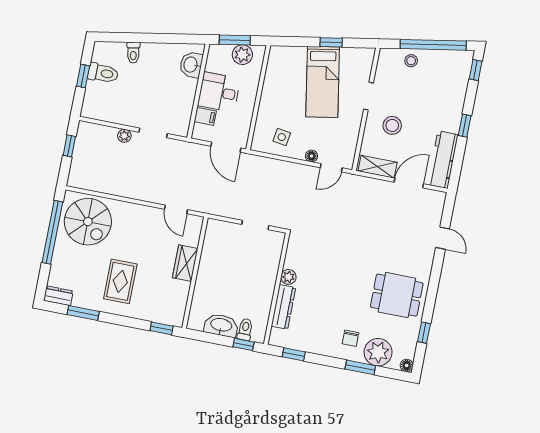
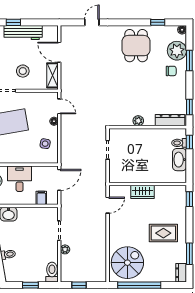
toilet: (103, 73) -> (52, 272), moved
desk: (219, 92) -> (20, 179), moved, turned 180
workbench: (443, 160) -> (23, 33), moved
dresser: (283, 307) -> (170, 120), moved

